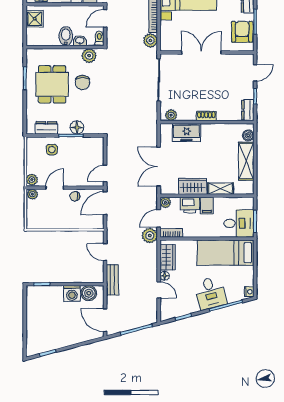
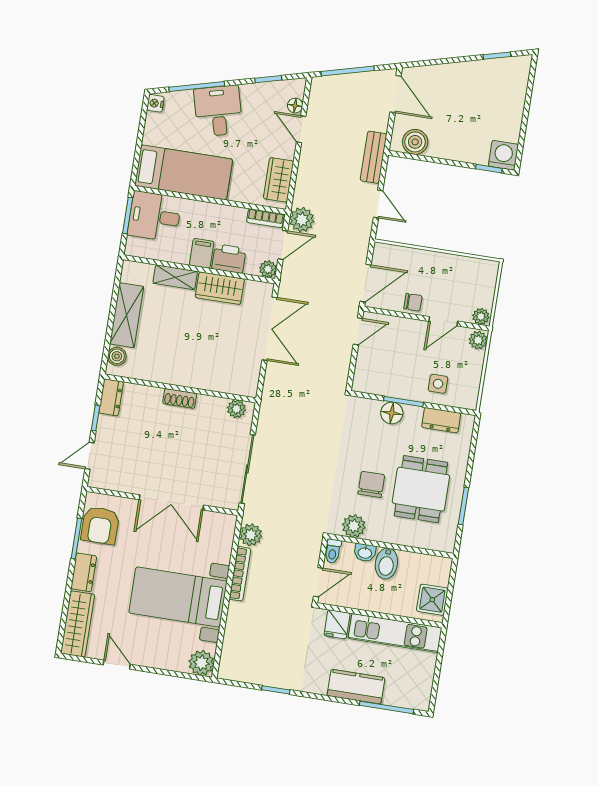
freezer: (186, 133) -> (216, 377), removed
floor lamp: (165, 276) -> (295, 106), moved
washing machine: (72, 294) -> (503, 155), moved

